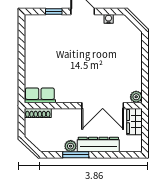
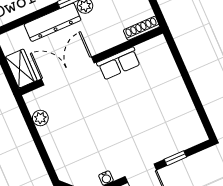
row of seats: (40, 95) -> (119, 63), moved
plant: (136, 97) -> (40, 118), moved

